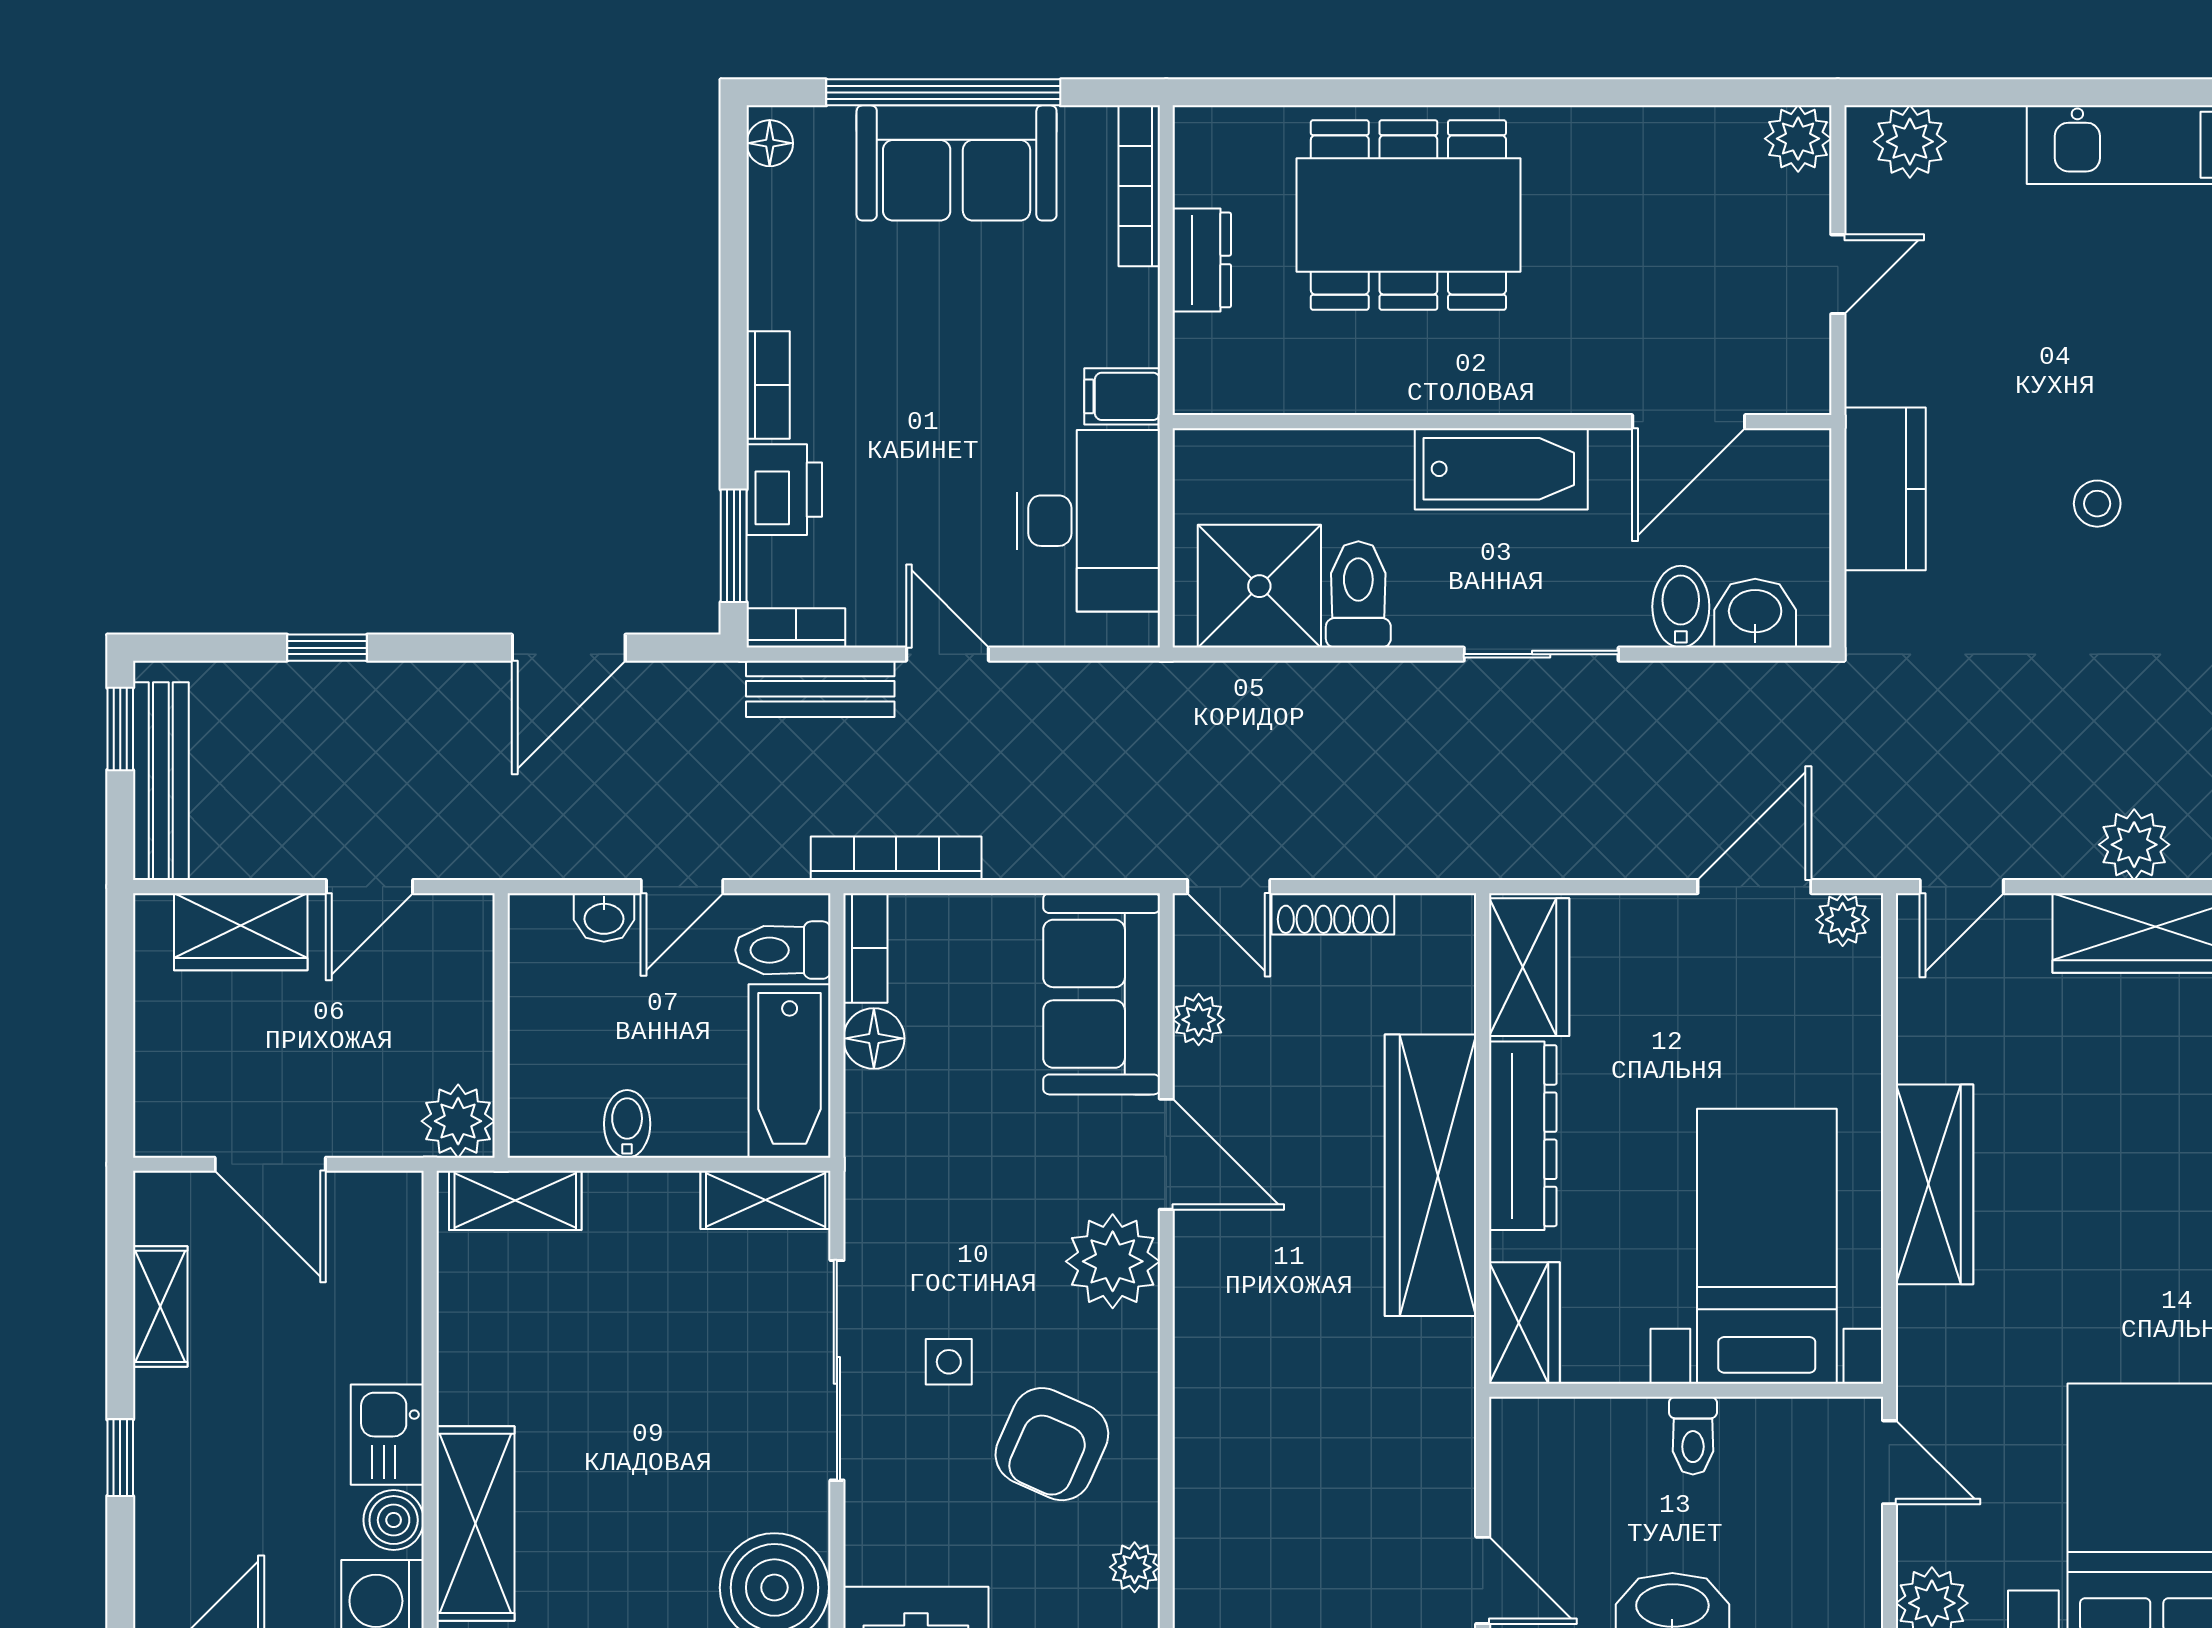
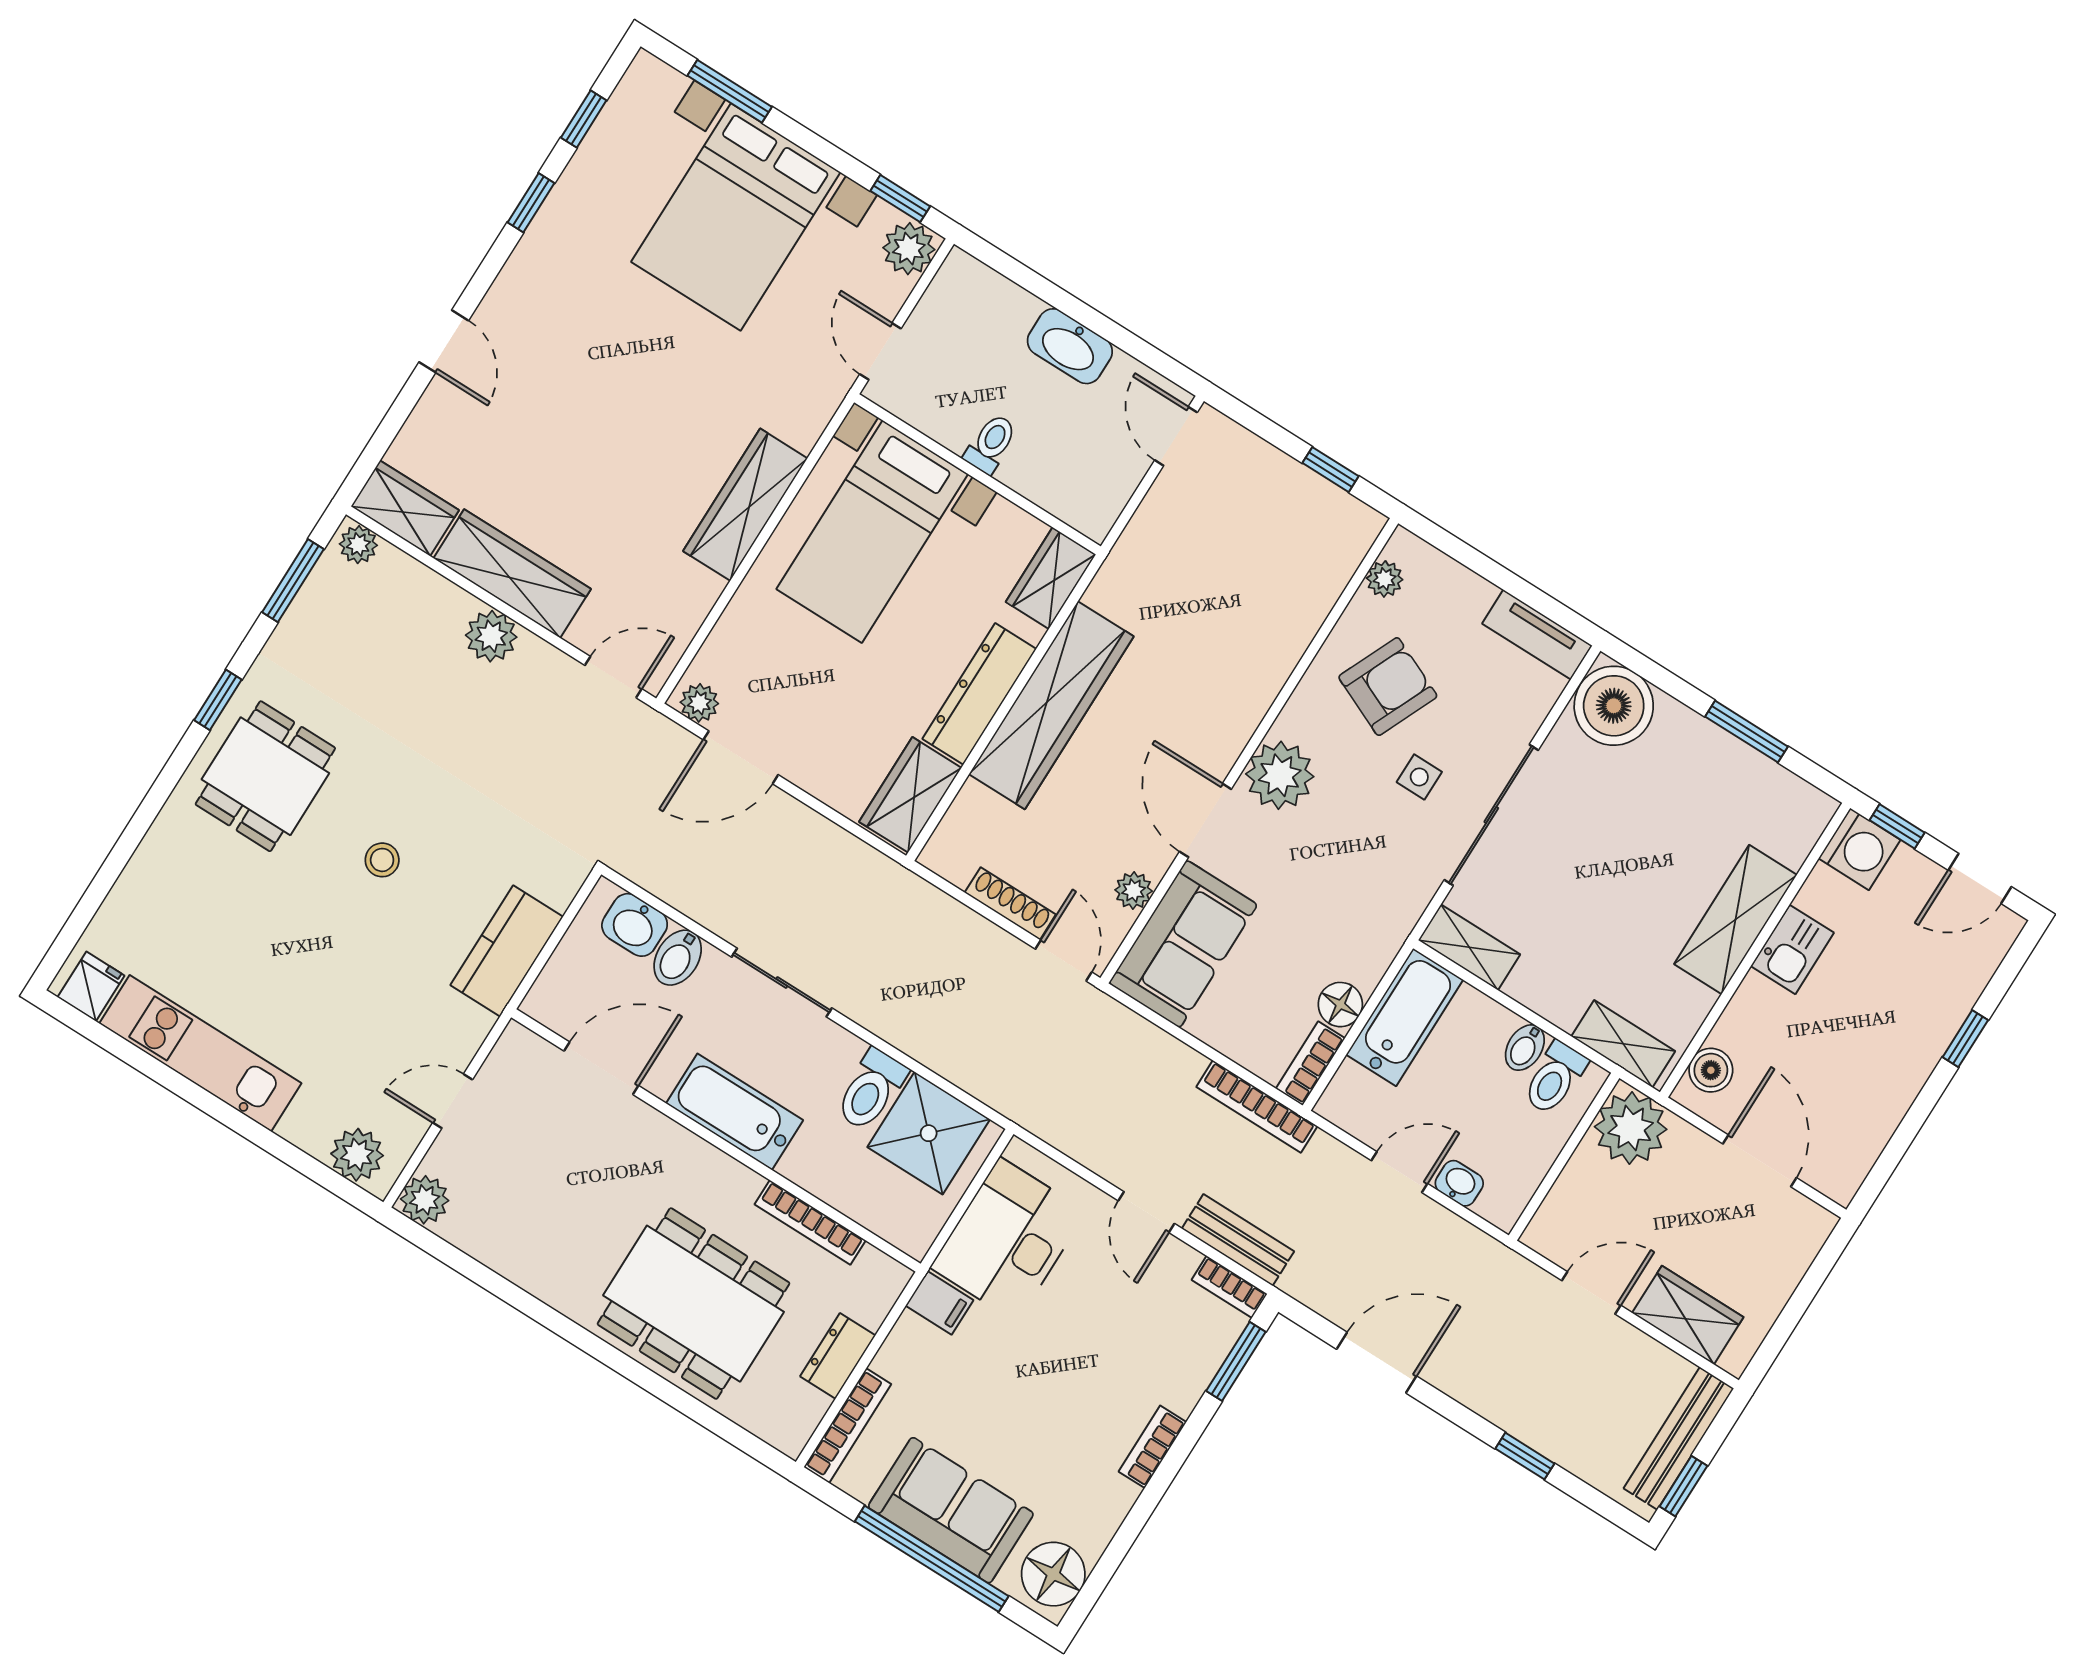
floor lamp: (770, 143) -> (1053, 1574), width x1.89, depth x1.89
bookcase: (1332, 395) -> (810, 1222), added
printer: (784, 490) -> (1183, 1376), removed
toilet: (783, 950) -> (1555, 1078), moved, turned 90
plant: (458, 1121) -> (1631, 1128), width x1.36, depth x1.36
shelving: (160, 1306) -> (1882, 1116), removed
boiler: (394, 1520) -> (1711, 1070), moved
shelving: (476, 1523) -> (1735, 919), moved

